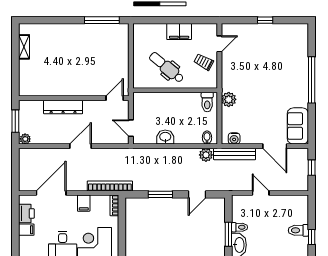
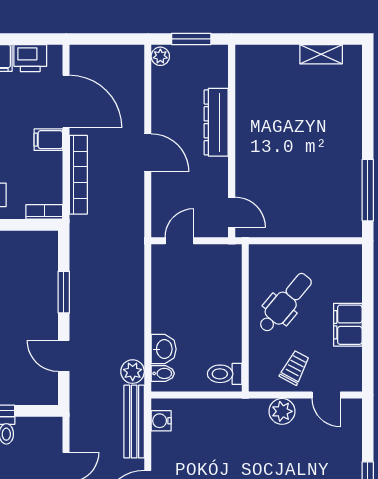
plant: (229, 99) -> (282, 411), moved
washbasin: (165, 137) -> (164, 349), moved
bookcase: (110, 186) -> (78, 175), moved
filing cabinet: (84, 203) -> (48, 140), moved

